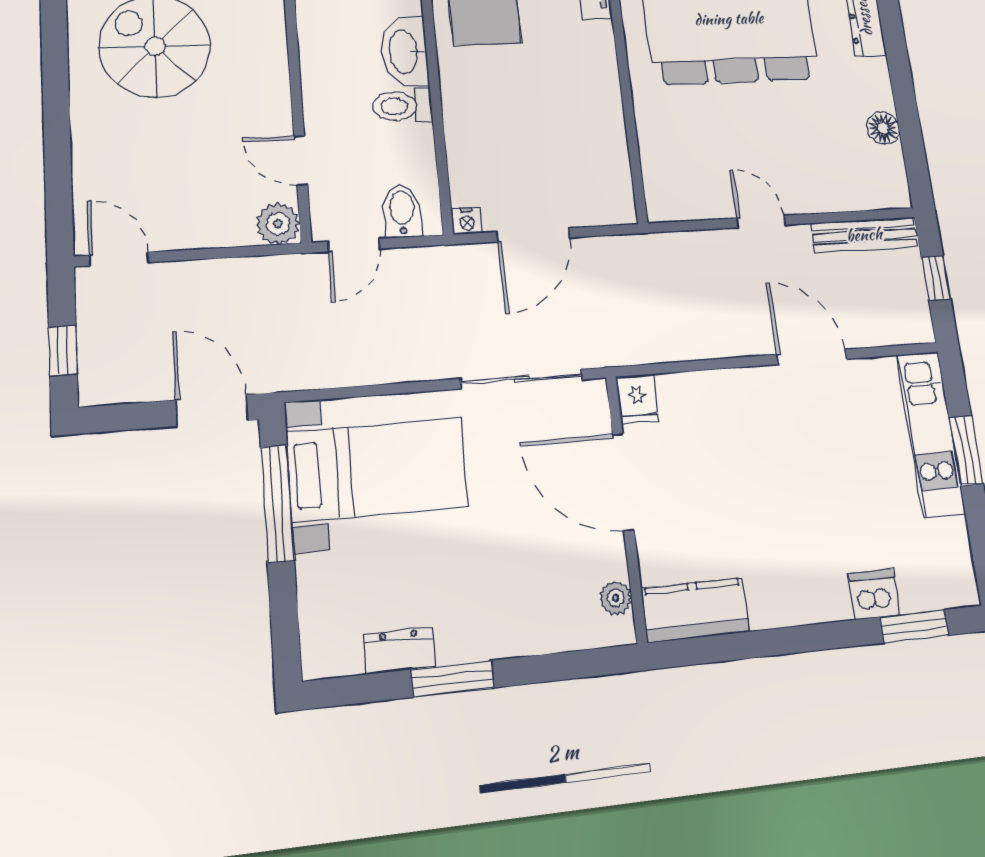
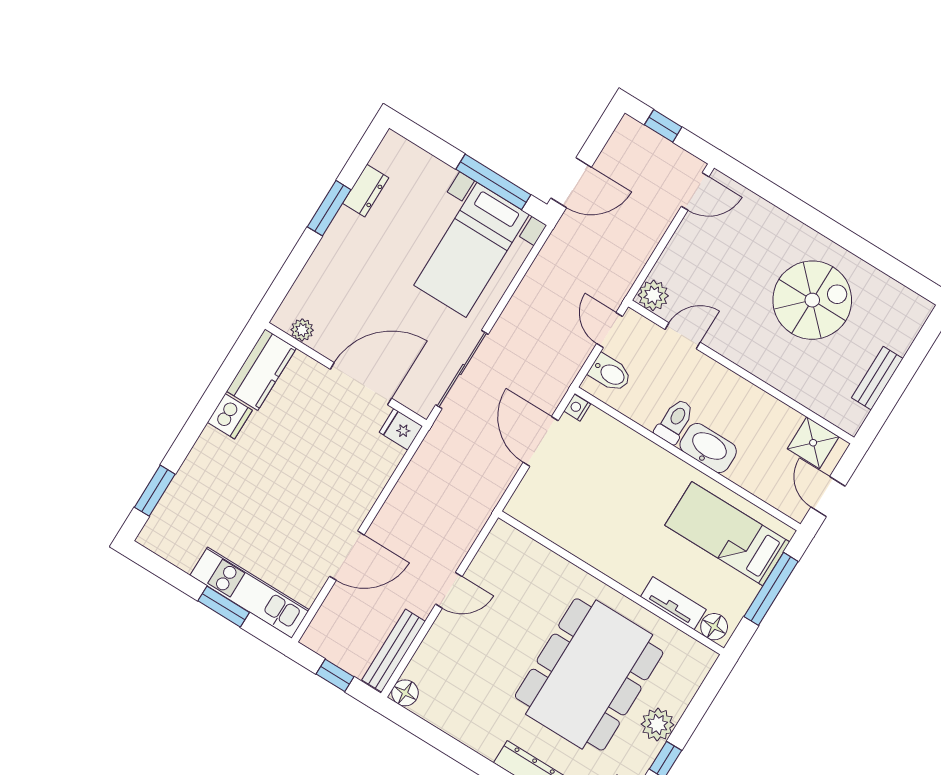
floor lamp: (883, 128) -> (405, 693), moved
dishwasher: (874, 594) -> (230, 416), moved

